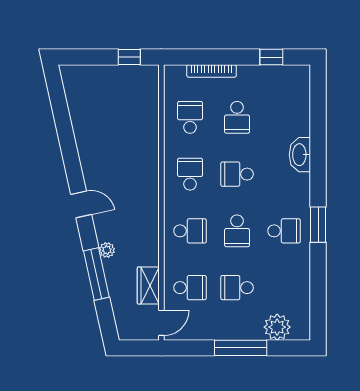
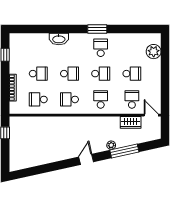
school desk: (237, 174) -> (69, 74), turned -90
school desk: (237, 288) -> (132, 74), turned -90
window: (241, 348) -> (165, 72), removed

